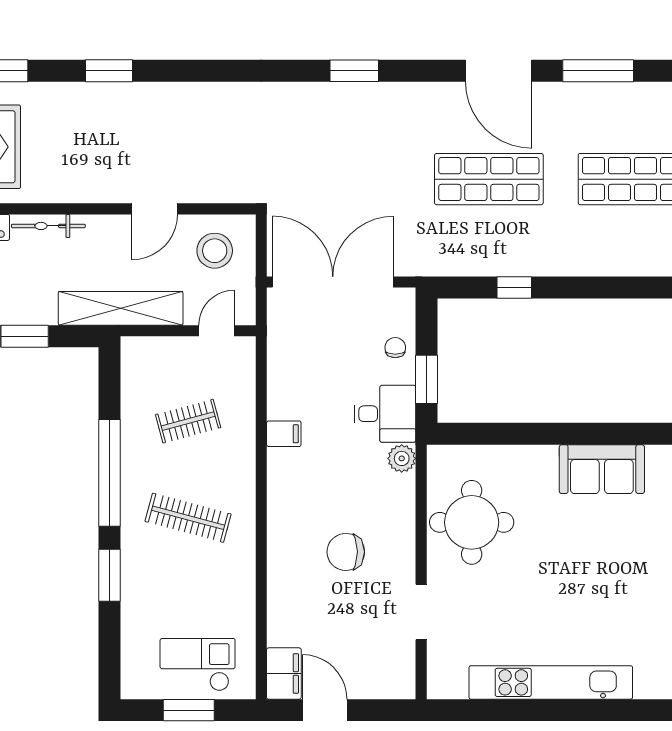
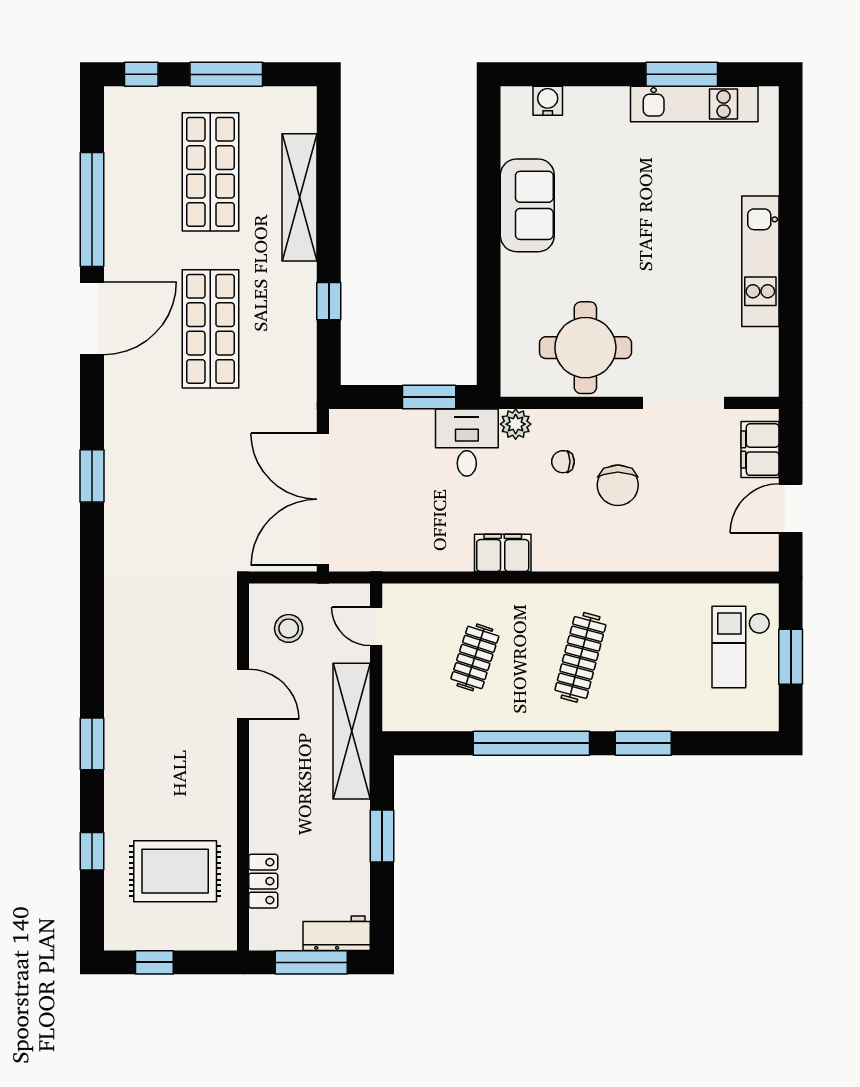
window: (598, 71) -> (92, 209), width x1.46
bicycle: (48, 226) -> (262, 810), removed
stool: (215, 251) -> (289, 628), width x0.73, depth x0.73
shelving: (609, 261) -> (300, 197), added
chair: (395, 348) -> (563, 462), moved
clothes rail: (188, 421) -> (475, 657), turned 33
filing cabinet: (284, 434) -> (503, 553), width x2.00
doorway: (421, 612) -> (683, 403), width x1.36
filing cabinet: (284, 674) -> (760, 450), moved, turned -90
kitchen unit: (551, 682) -> (760, 261), width x0.73

